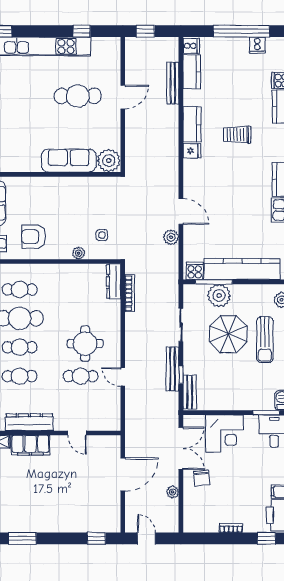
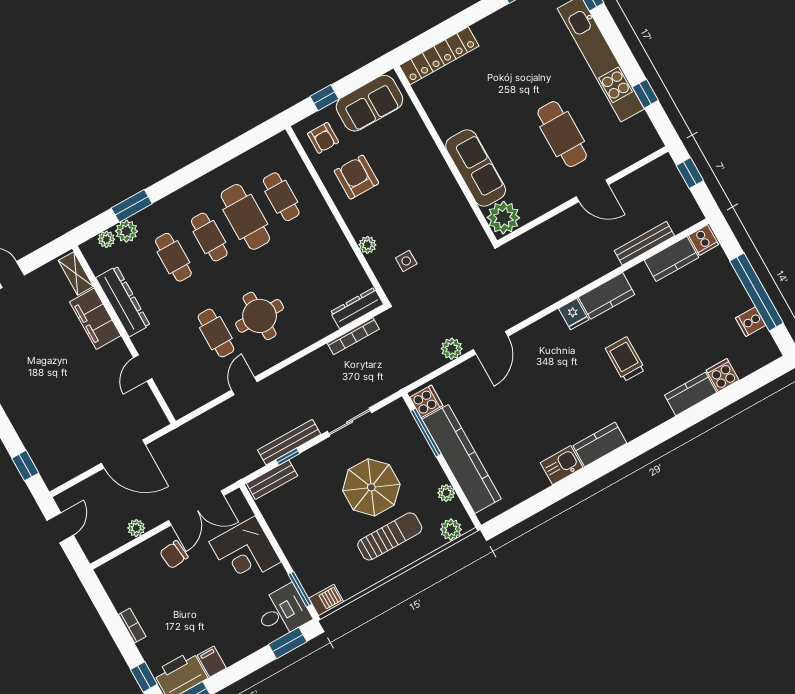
plant: (219, 296) -> (446, 493), moved, width x0.53, depth x0.53
sun lounger: (265, 340) -> (390, 536), turned 180

